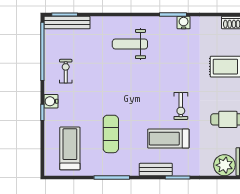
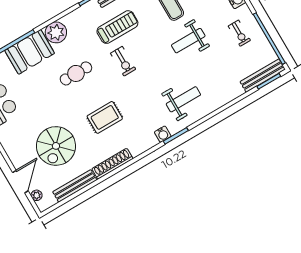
weight bench: (130, 44) -> (183, 99), moved
weight bench: (114, 91) -> (188, 41), added
exercise bike: (181, 106) -> (123, 61), turned 180

